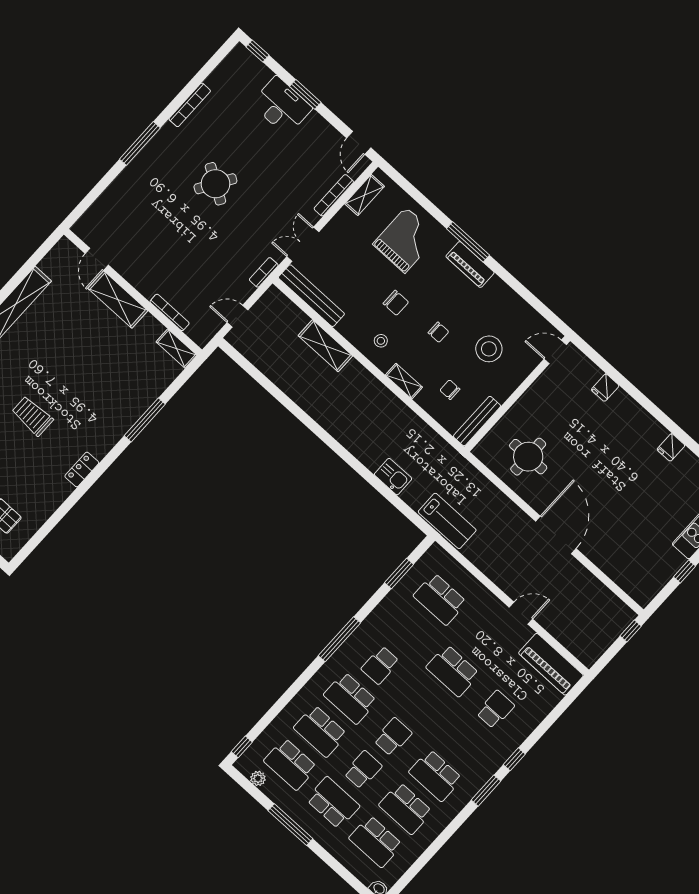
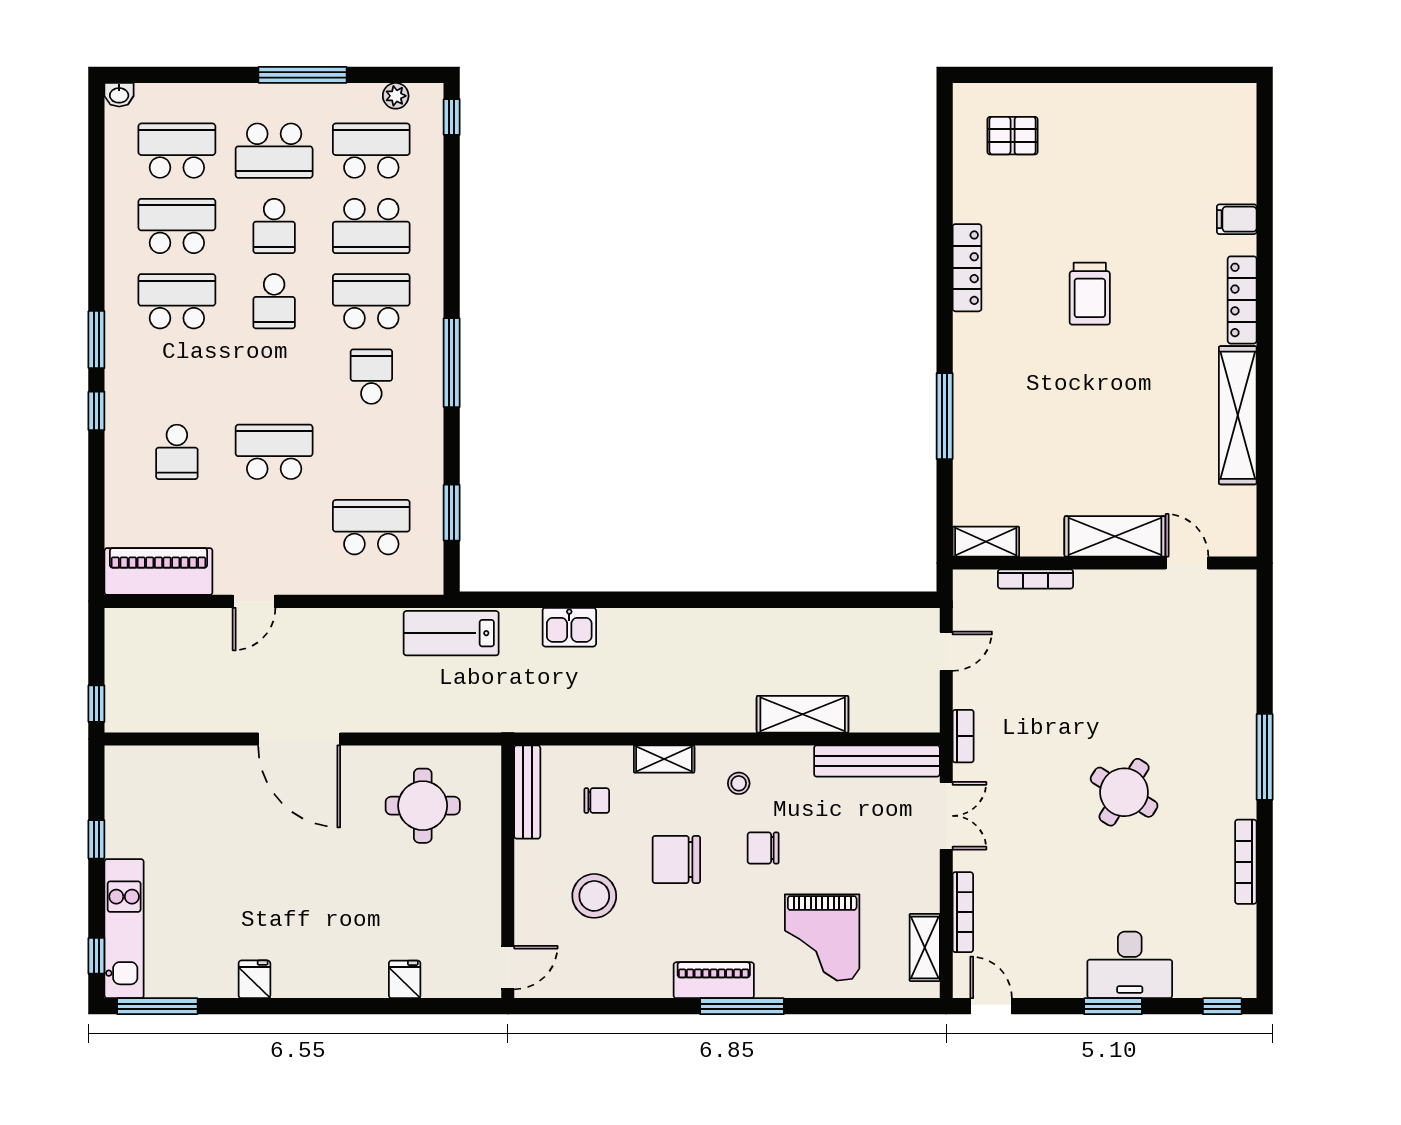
chair: (438, 332) -> (676, 859), width x1.87, depth x1.87
trolley: (32, 416) -> (1090, 294), turned 90
locker: (82, 470) -> (967, 268), width x1.53
school desk: (320, 731) -> (371, 226), turned 180

